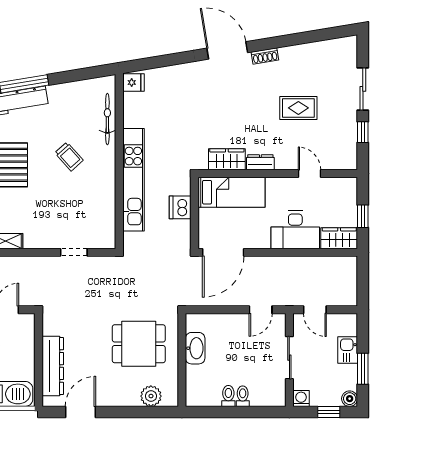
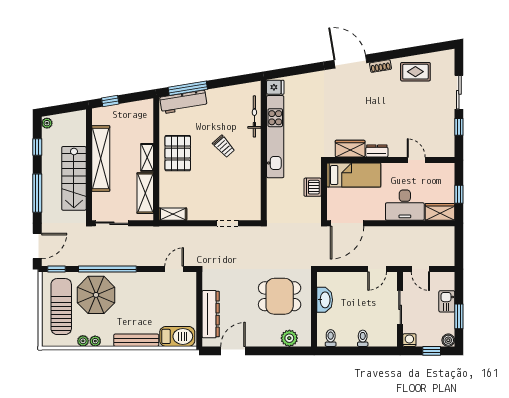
rug: (298, 108) -> (415, 72), moved
kitchen unit: (133, 180) -> (275, 137), moved
toilet: (228, 396) -> (331, 338), moved

